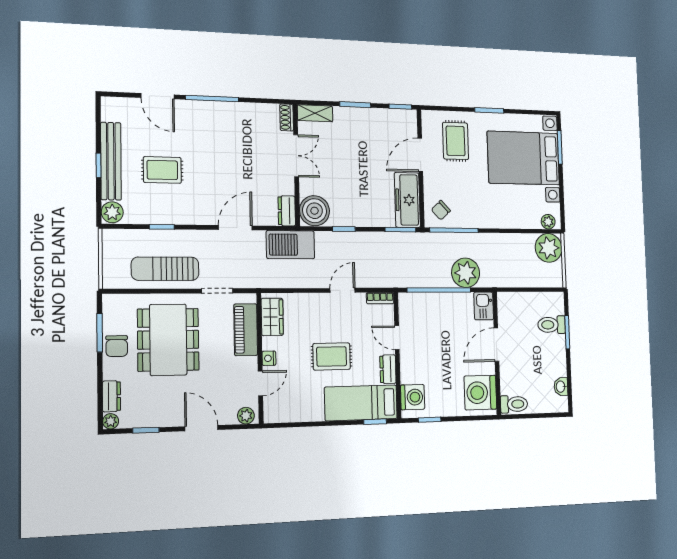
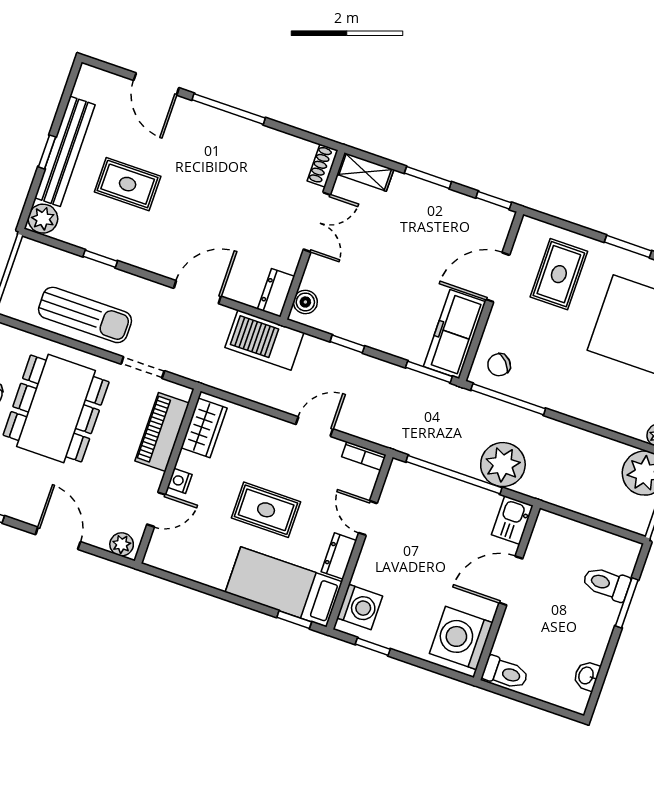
boiler: (315, 211) -> (305, 302), width x0.54, depth x0.54
sun lounger: (165, 269) -> (85, 315), turned 180

